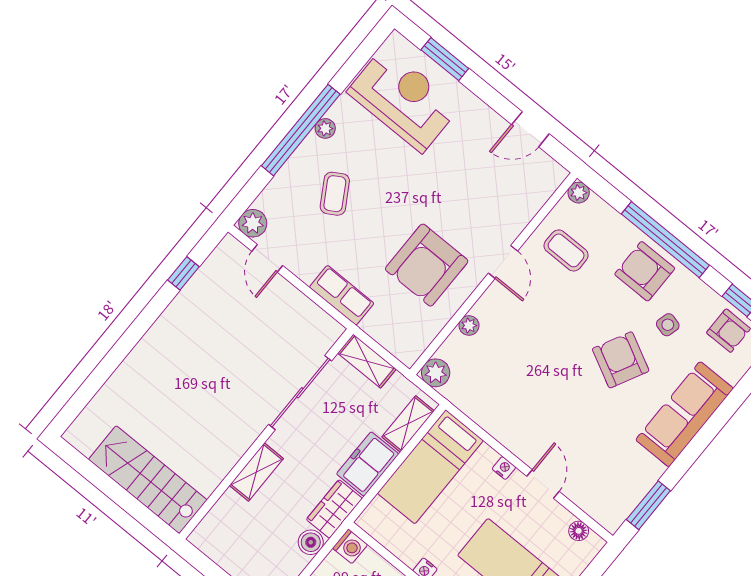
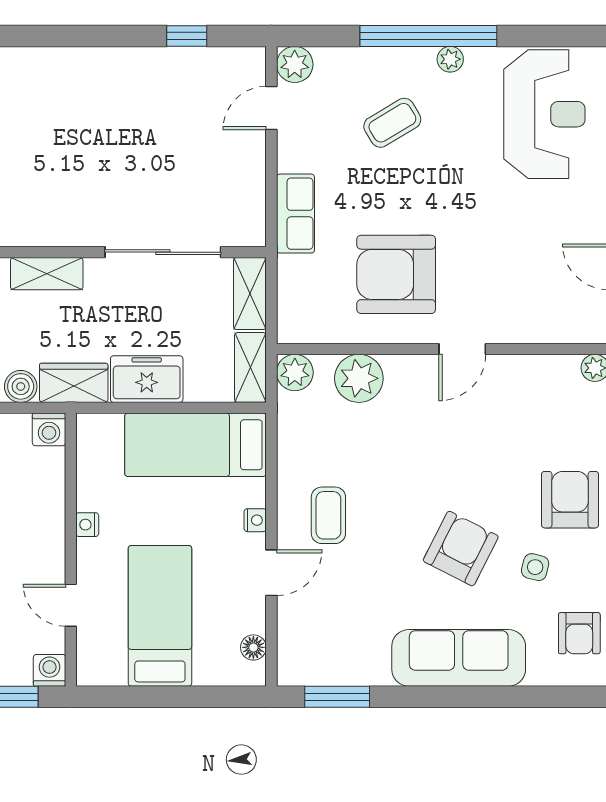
coffee table: (566, 250) -> (328, 515), moved
plant: (469, 325) -> (359, 378), width x1.87, depth x1.87
shelving: (408, 424) -> (250, 367), moved, turned 90

